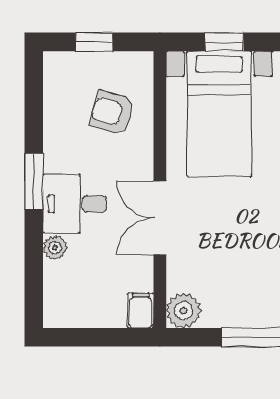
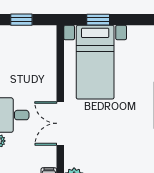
armchair: (112, 113) -> (32, 61), removed

